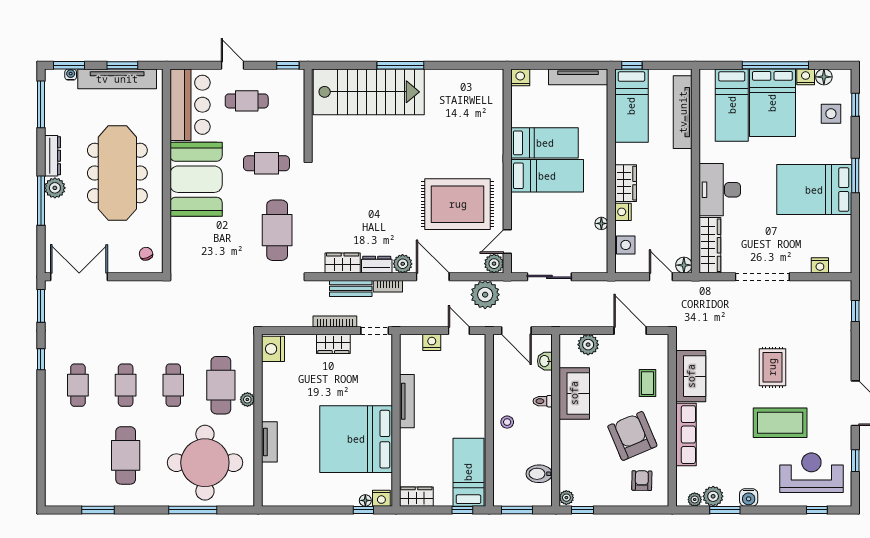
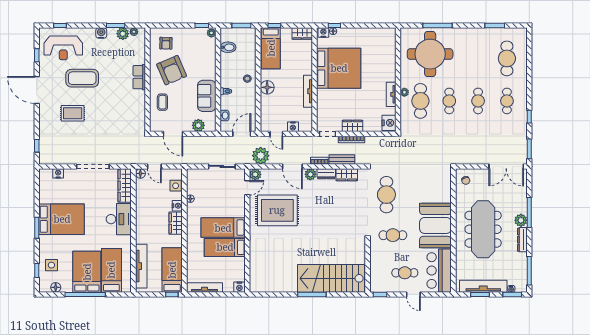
nightstand: (806, 77) -> (67, 287), removed
door: (516, 331) -> (242, 134), hinge flipped
rug: (772, 367) -> (73, 113), moved, turned 90
sofa: (691, 376) -> (136, 106), removed
floor lamp: (474, 408) -> (267, 87), added
row of seats: (686, 435) -> (139, 77), width x0.68
tv unit: (269, 442) -> (391, 94), moved
cafe table: (126, 455) -> (507, 58), moved

